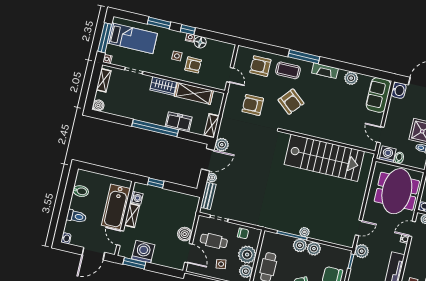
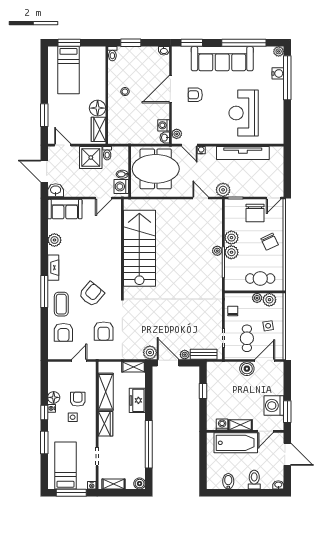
window: (155, 128) -> (149, 444), moved
window: (156, 183) -> (203, 391), moved
plant: (247, 255) -> (257, 298), width x0.53, depth x0.53

